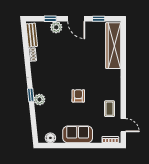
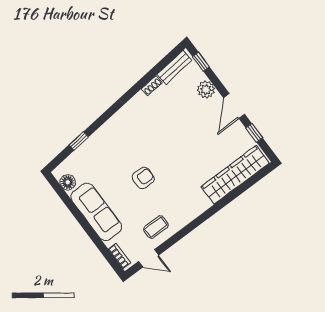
window: (50, 19) -> (201, 62), moved
window: (31, 95) -> (79, 141), moved
plant: (39, 100) -> (104, 135), removed
door: (123, 125) -> (149, 258), hinge flipped
sofa: (78, 134) -> (96, 212), width x1.36

